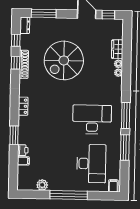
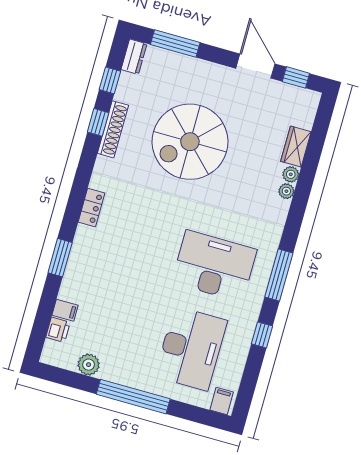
window: (125, 148) -> (262, 335), width x0.46
printer: (23, 150) -> (58, 330), moved

